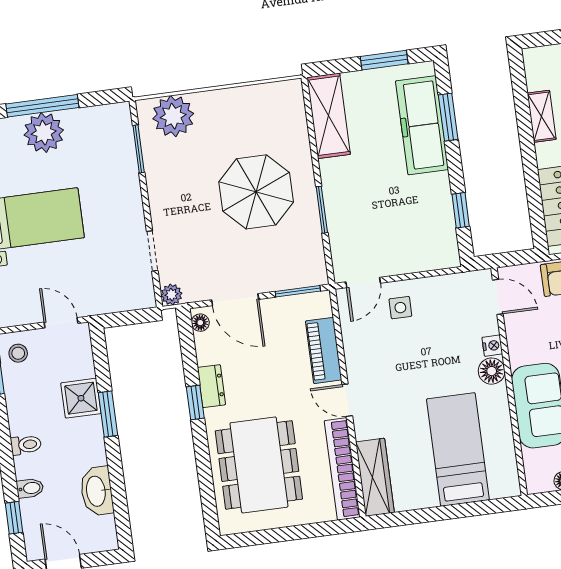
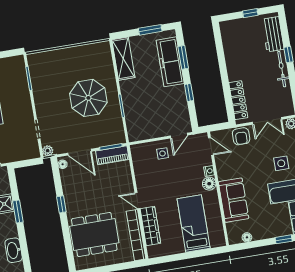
plant: (173, 116) -> (46, 61), removed
shelving: (542, 116) -> (230, 55), removed
window: (461, 210) -> (189, 92), moved
door: (363, 282) -> (179, 136), moved
piano: (324, 350) -> (112, 155), moved, turned -90
dresser: (211, 386) -> (69, 196), removed
dining table: (259, 465) -> (94, 235), turned 90
wardrobe: (375, 477) -> (150, 226), moved

